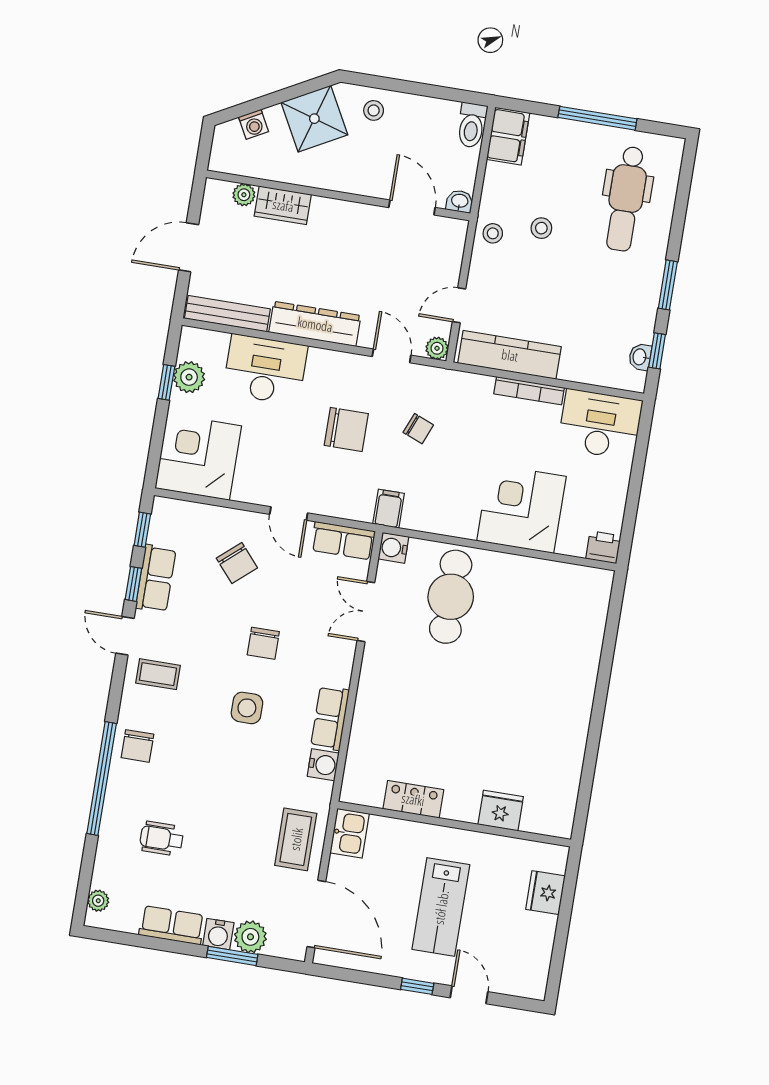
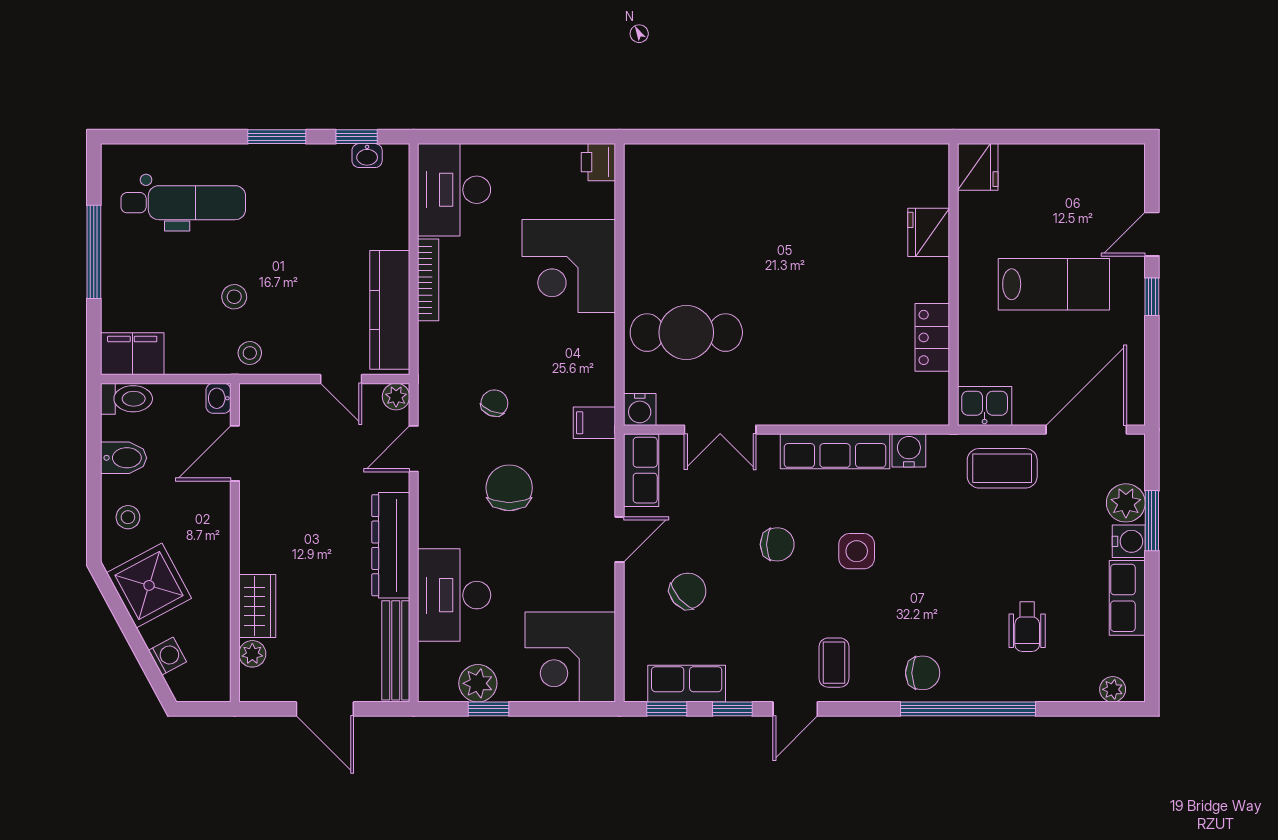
bidet: (423, 115) -> (124, 458), added
row of seats: (156, 579) -> (687, 684), moved
row of seats: (330, 718) -> (835, 451), width x1.48
fridge: (545, 893) -> (978, 167), moved, turned -90

